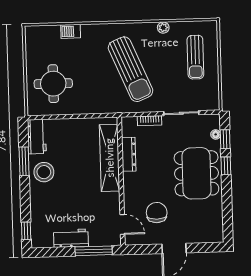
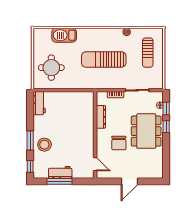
barbecue: (71, 31) -> (64, 35), width x1.88, depth x1.53
sun lounger: (130, 69) -> (104, 59), turned 113
shelving: (109, 158) -> (88, 119), removed
window: (24, 161) -> (30, 140), moved
stool: (44, 172) -> (44, 145), moved
chair: (157, 213) -> (119, 143), moved, turned 180
window: (94, 251) -> (60, 181), moved

